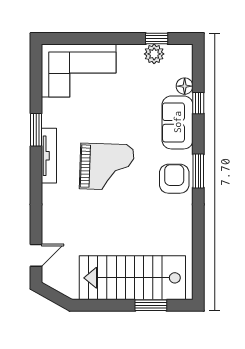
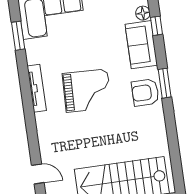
window: (36, 130) -> (18, 36), moved
armchair: (174, 179) -> (145, 93), turned -90
door: (36, 255) -> (38, 174), hinge flipped

